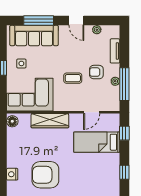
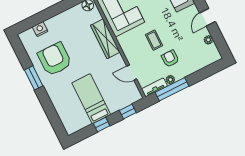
tv unit: (115, 51) -> (154, 87), moved
bed: (97, 142) -> (91, 99), moved
window: (124, 172) -> (102, 125), moved

